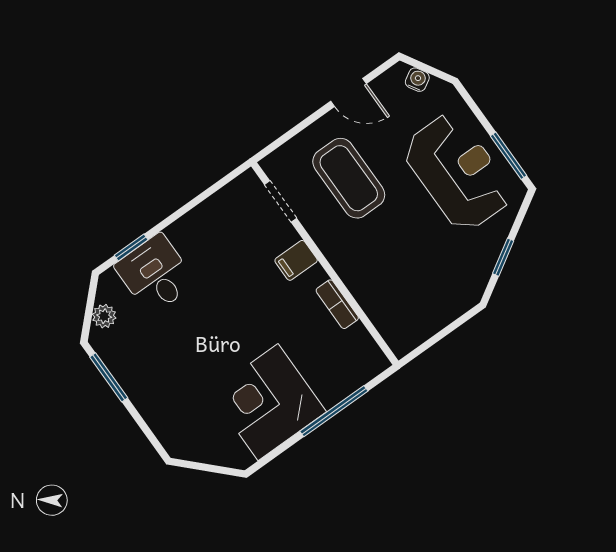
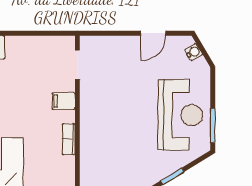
door: (349, 92) -> (153, 33), hinge flipped
coffee table: (349, 178) -> (121, 78), removed

